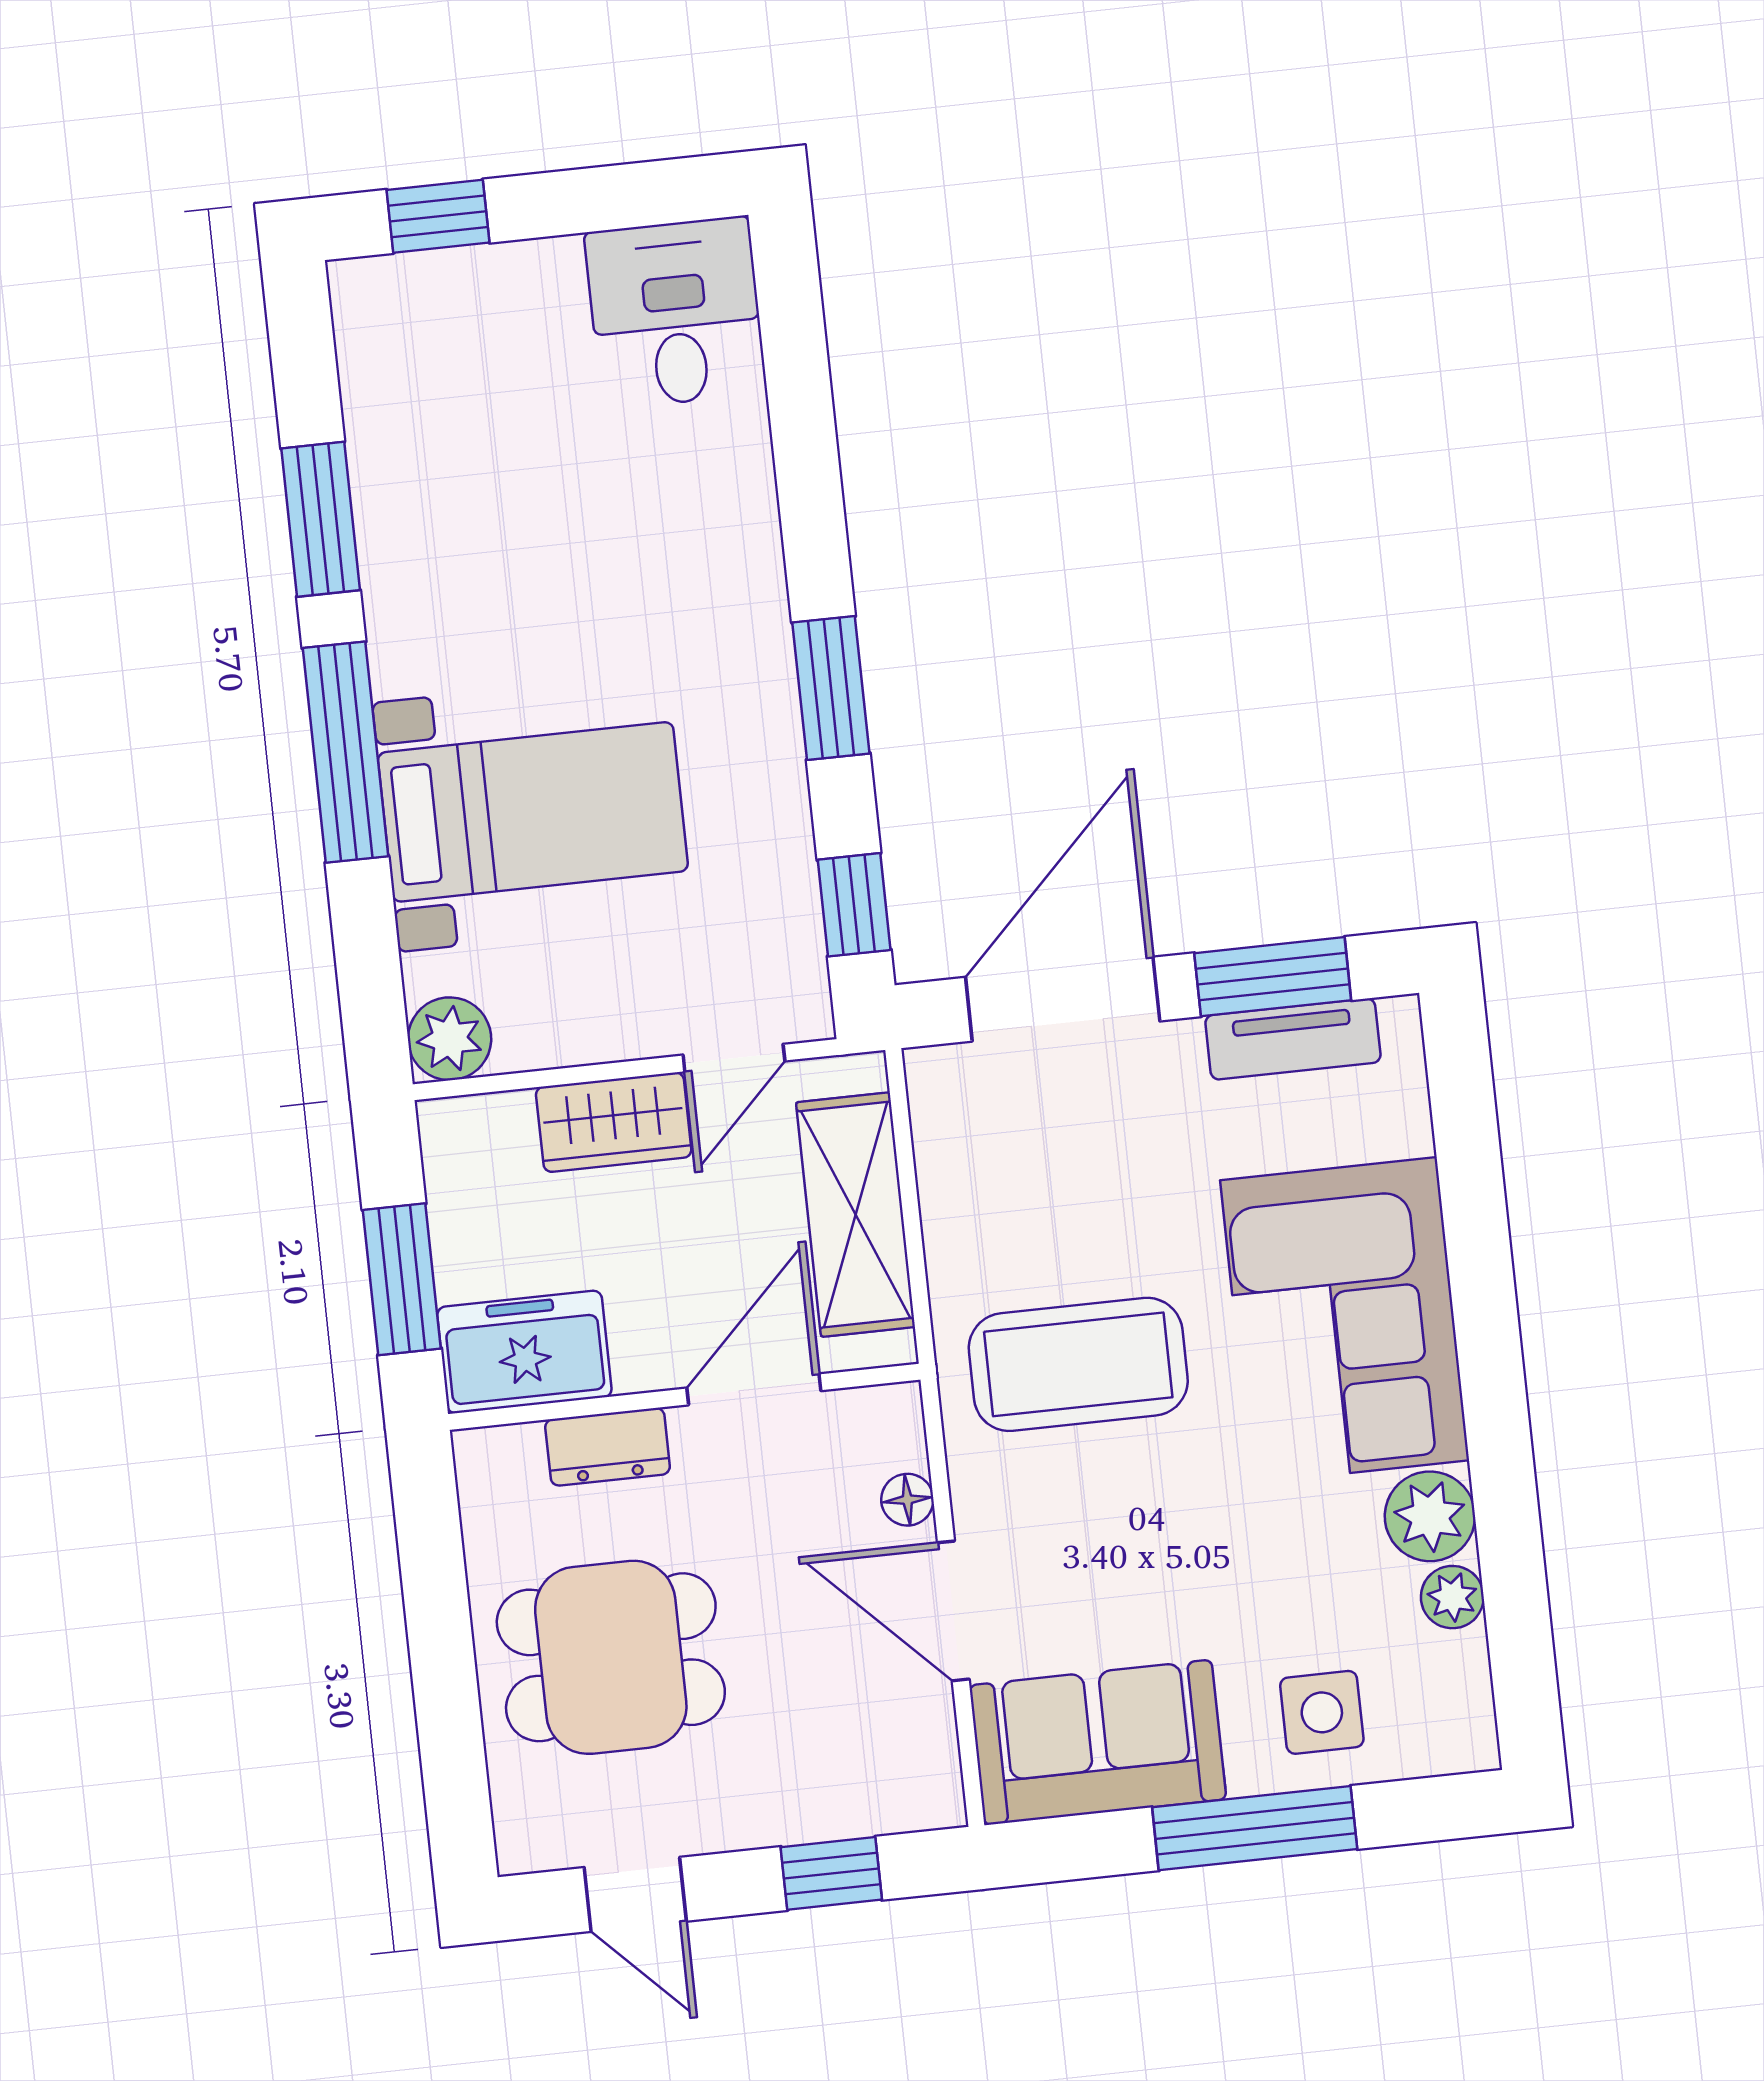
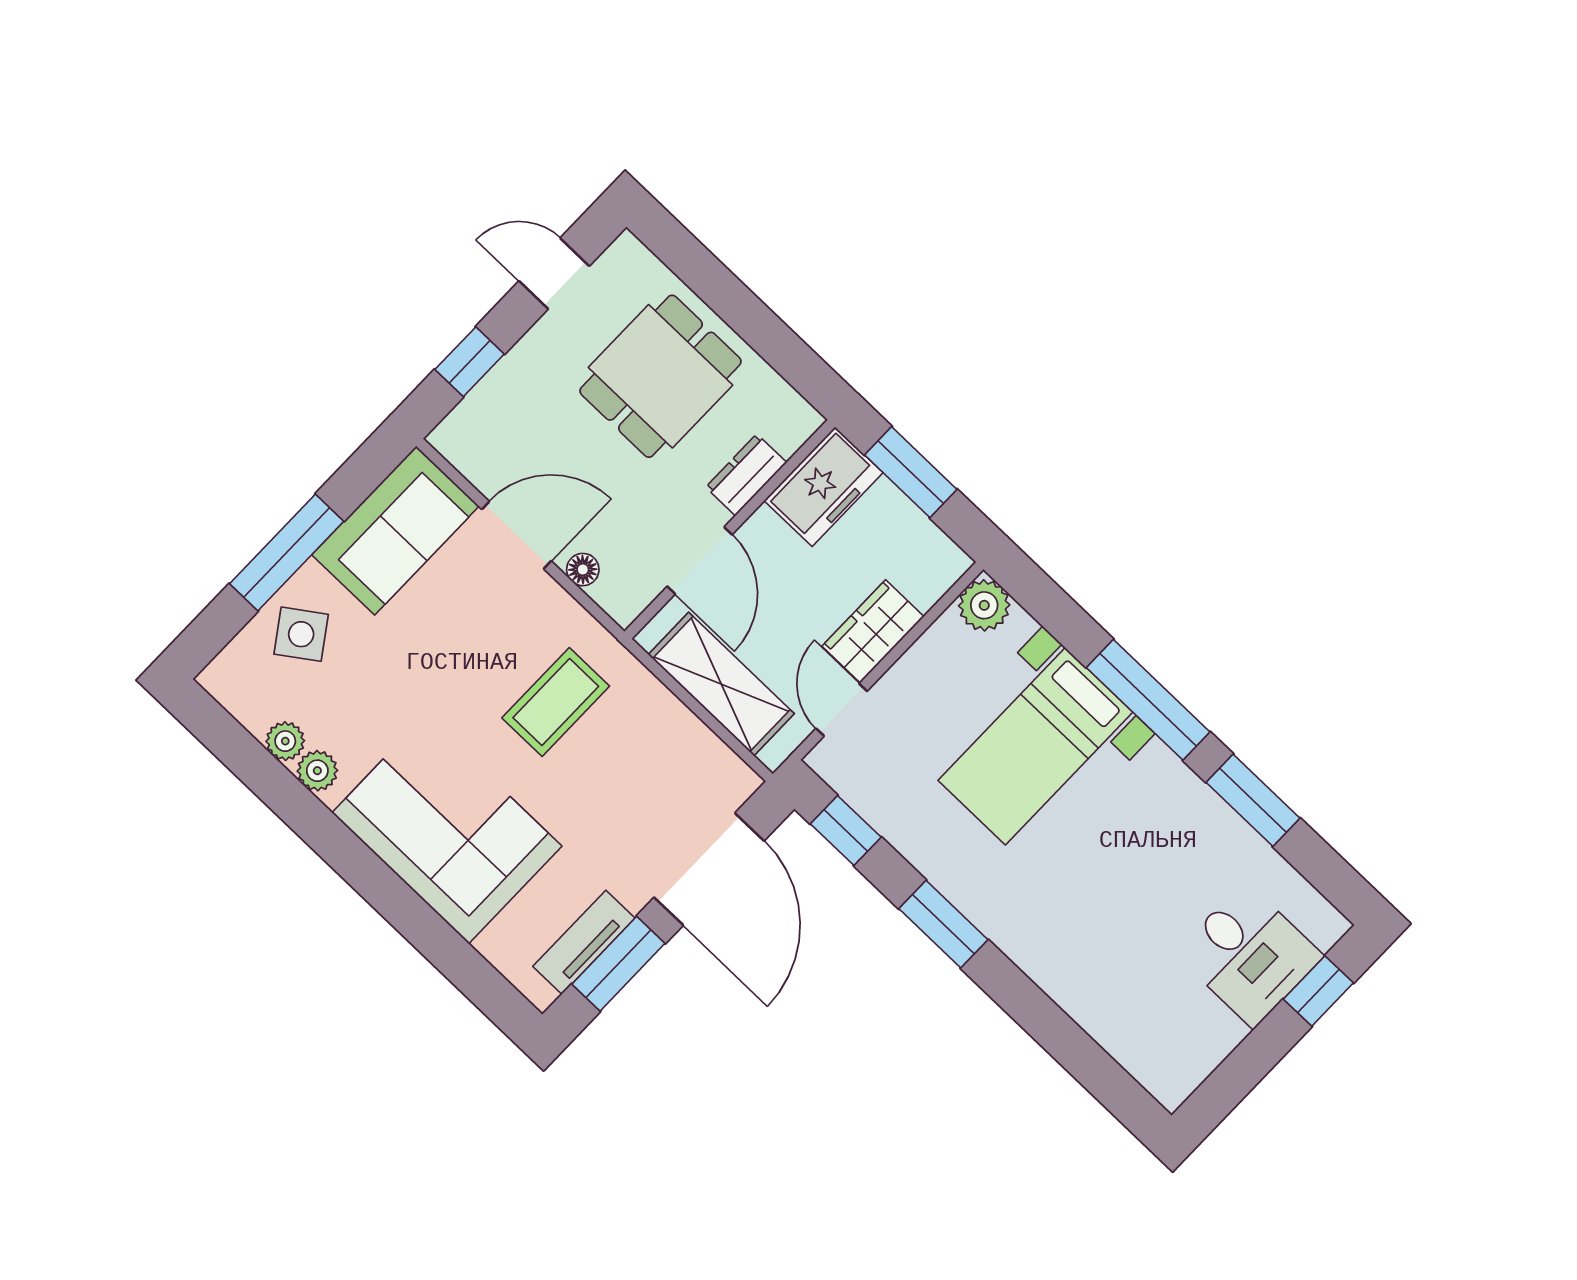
desk: (676, 313) -> (1249, 955), moved
coffee table: (1078, 1364) -> (556, 702), width x0.73, depth x0.76
plant: (1430, 1516) -> (317, 771), width x0.73, depth x0.73
side table: (1322, 1712) -> (301, 634), turned -35

